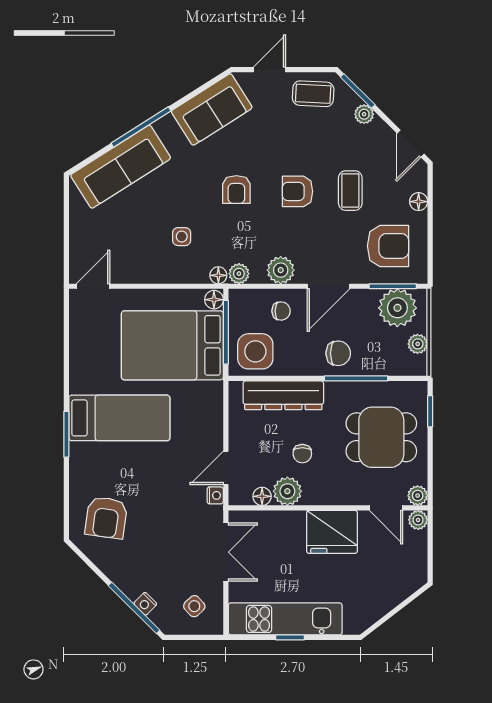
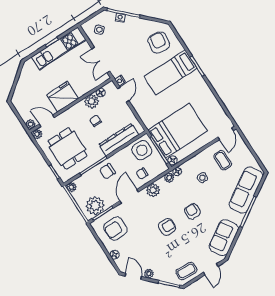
plant: (364, 114) -> (149, 274), moved
coffee table: (350, 191) -> (223, 160), moved
plant: (418, 344) -> (71, 187), moved
bed: (119, 418) -> (171, 72), moved
dining table: (381, 437) -> (67, 148), turned 90

